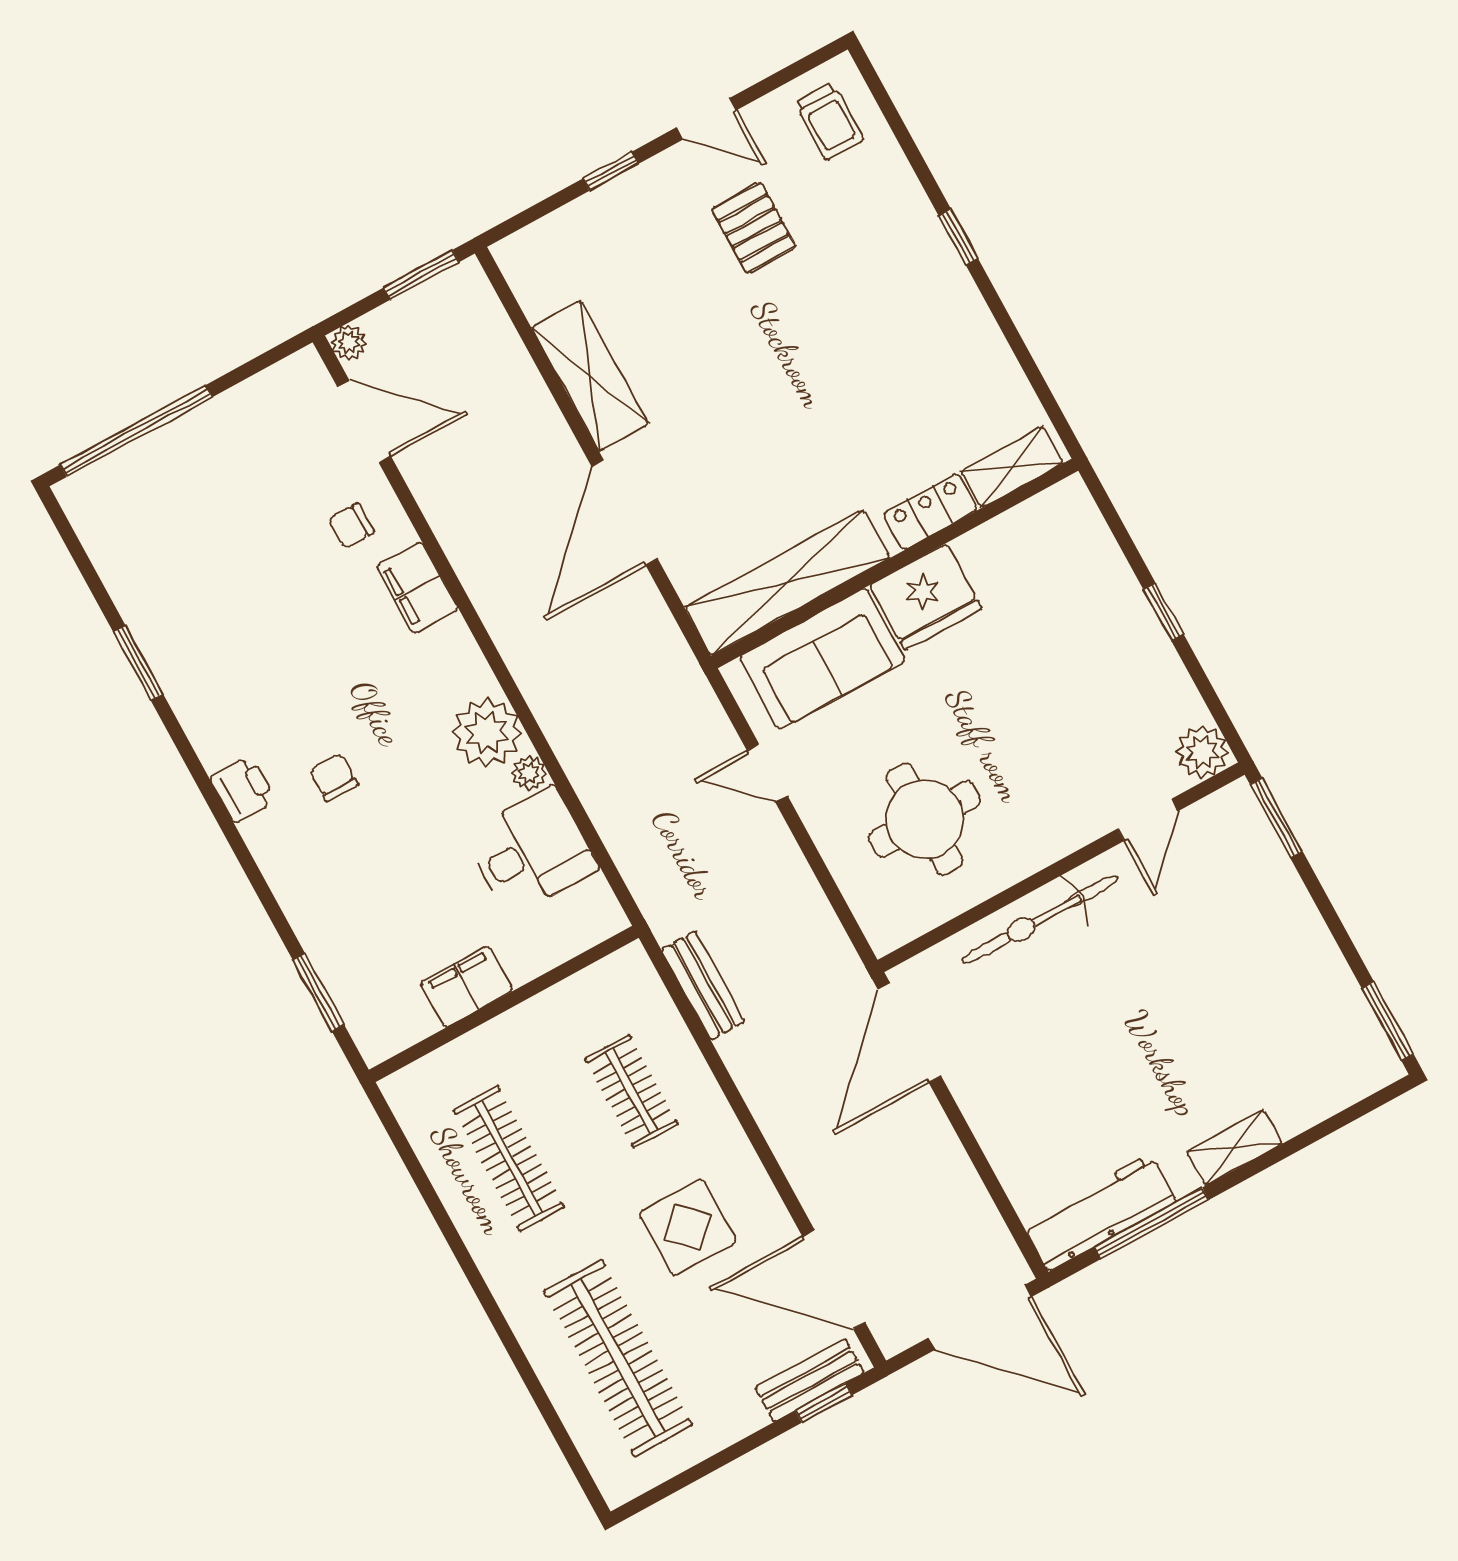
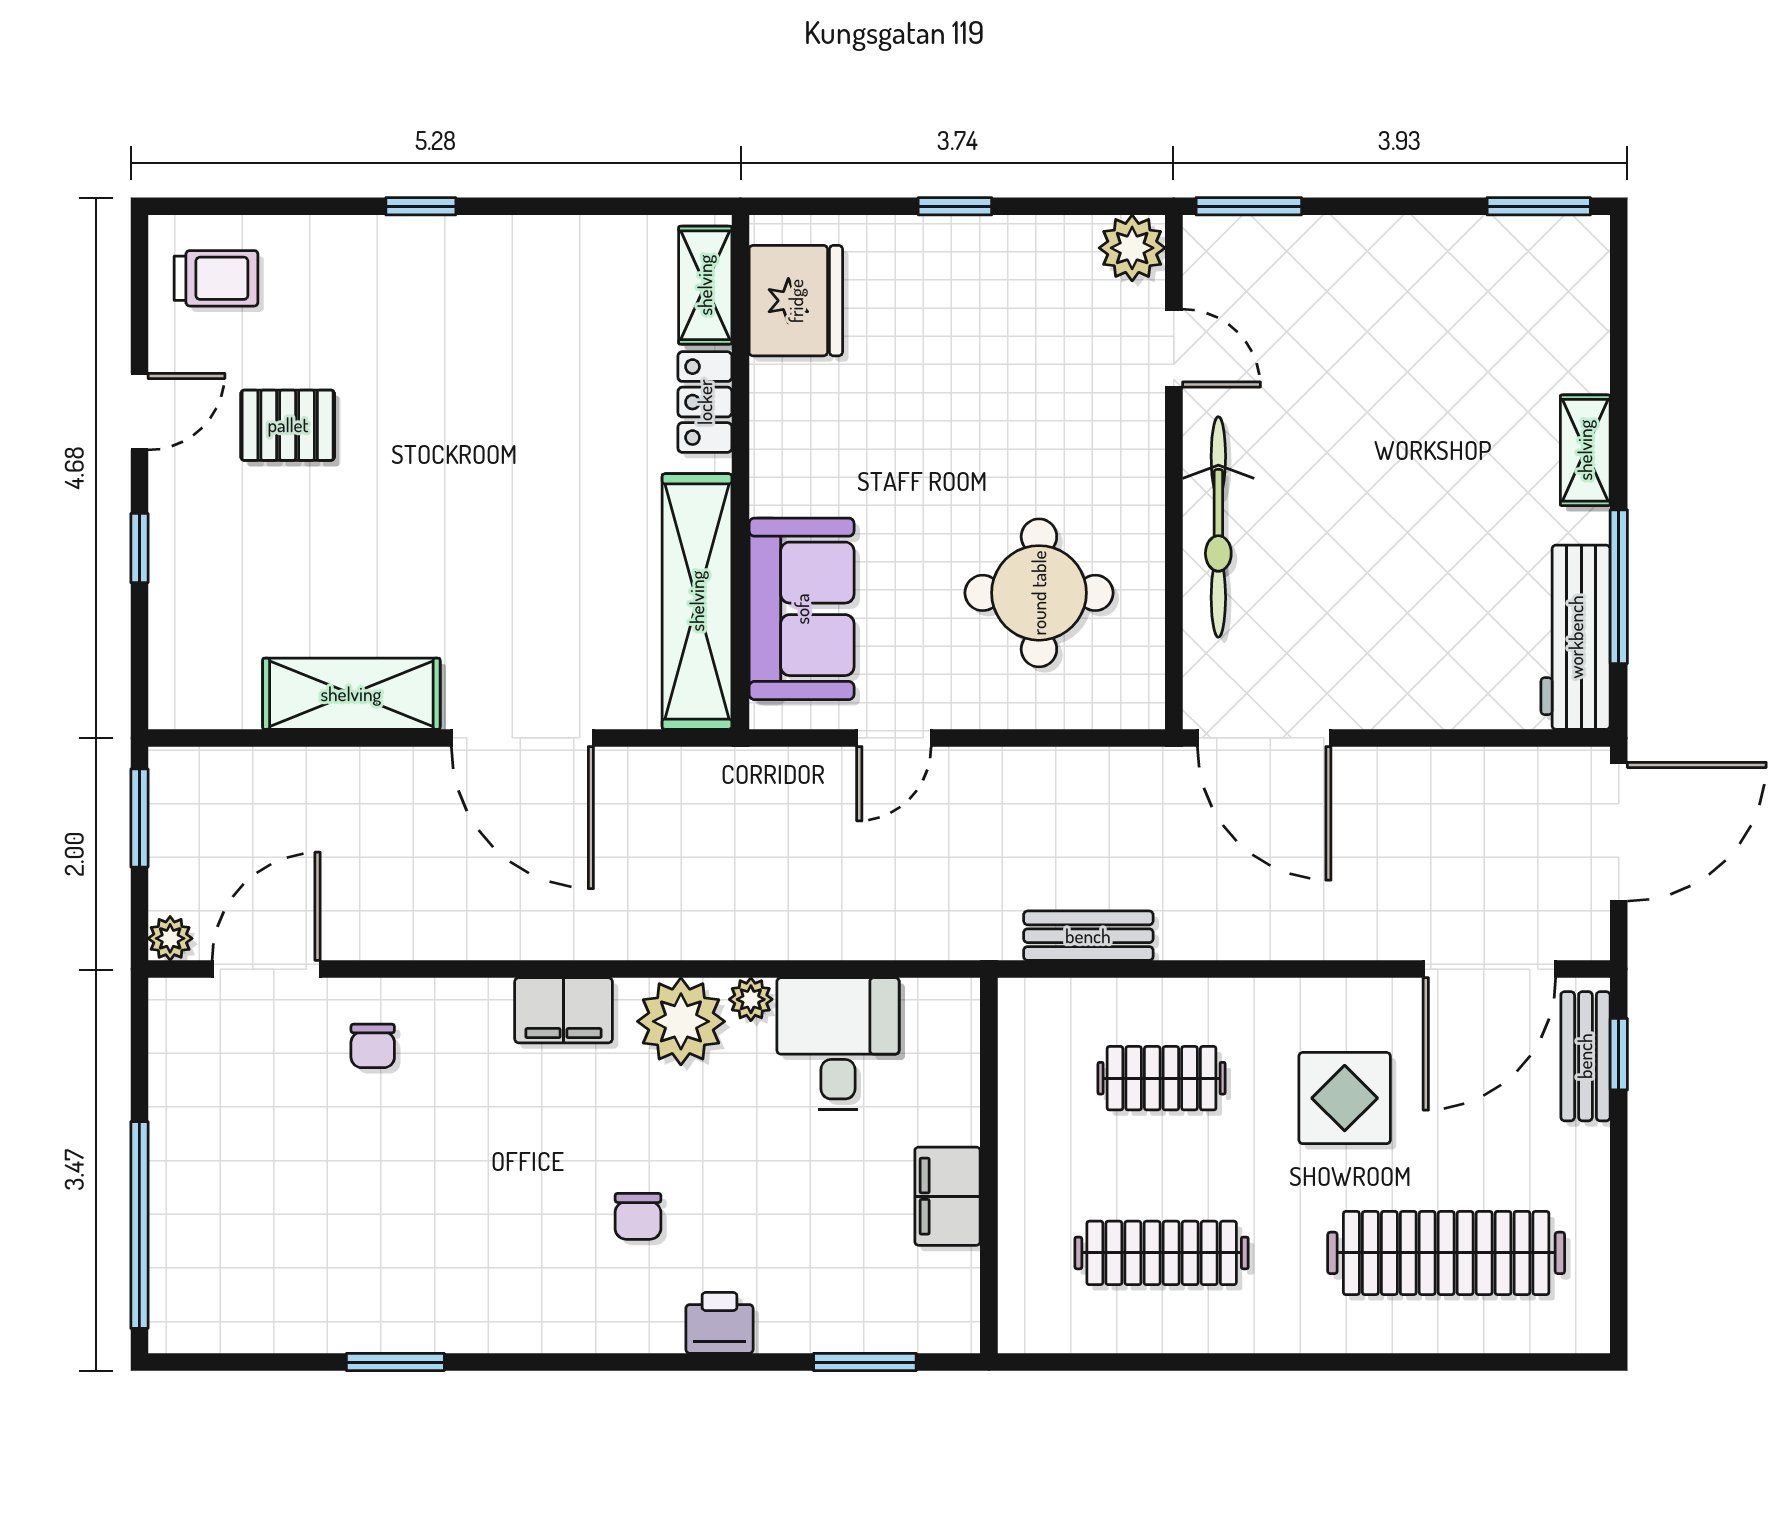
filing cabinet: (417, 588) -> (564, 1010), moved
fridge: (926, 597) -> (796, 301), moved
chair: (334, 777) -> (638, 1216), turned -90
printer: (243, 789) -> (719, 1323), moved

